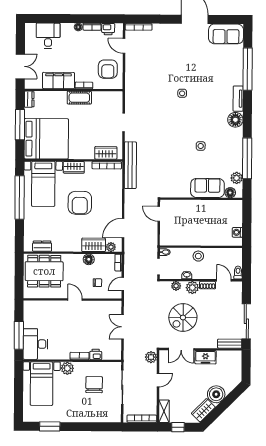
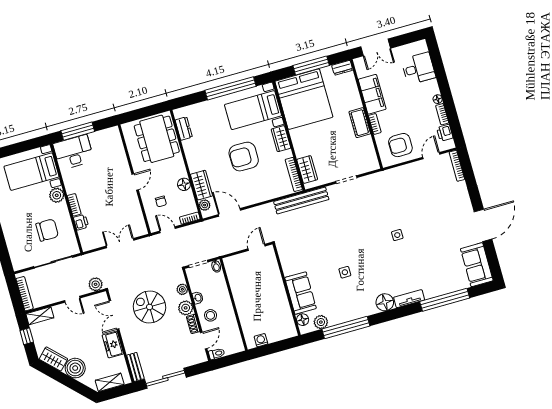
stool: (198, 256) -> (211, 315), moved
shelving: (236, 369) -> (110, 382), added

